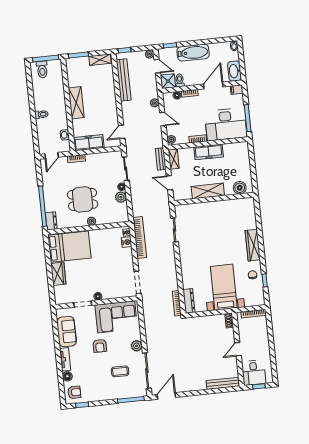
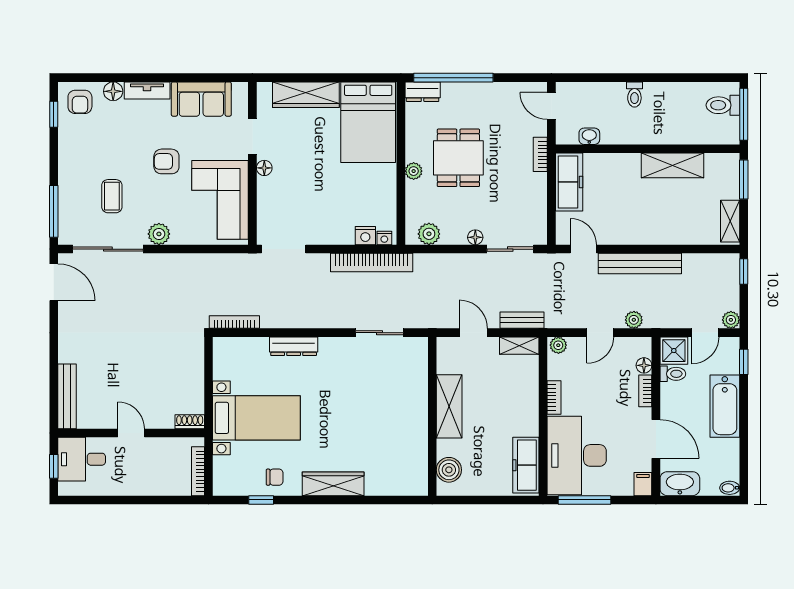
bench: (124, 80) -> (640, 264), moved
shelving: (76, 103) -> (672, 165), moved
freezer: (209, 152) -> (526, 465), moved
door: (170, 183) -> (473, 333), hinge flipped
plant: (121, 197) -> (429, 234), moved
wardrobe: (58, 274) -> (306, 95), width x1.50
dresser: (189, 301) -> (294, 346), moved

